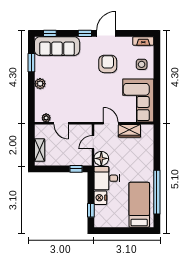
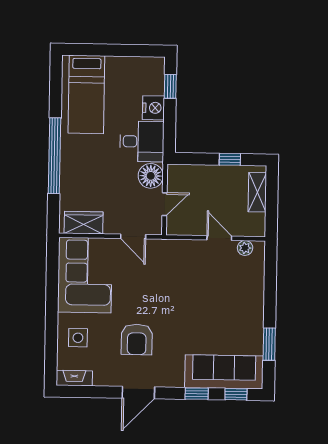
window: (85, 33) -> (197, 394), moved
plant: (40, 84) -> (255, 307), removed
wardrobe: (129, 131) -> (84, 223), moved
window: (76, 169) -> (230, 159), moved
window: (157, 192) -> (55, 156), moved

